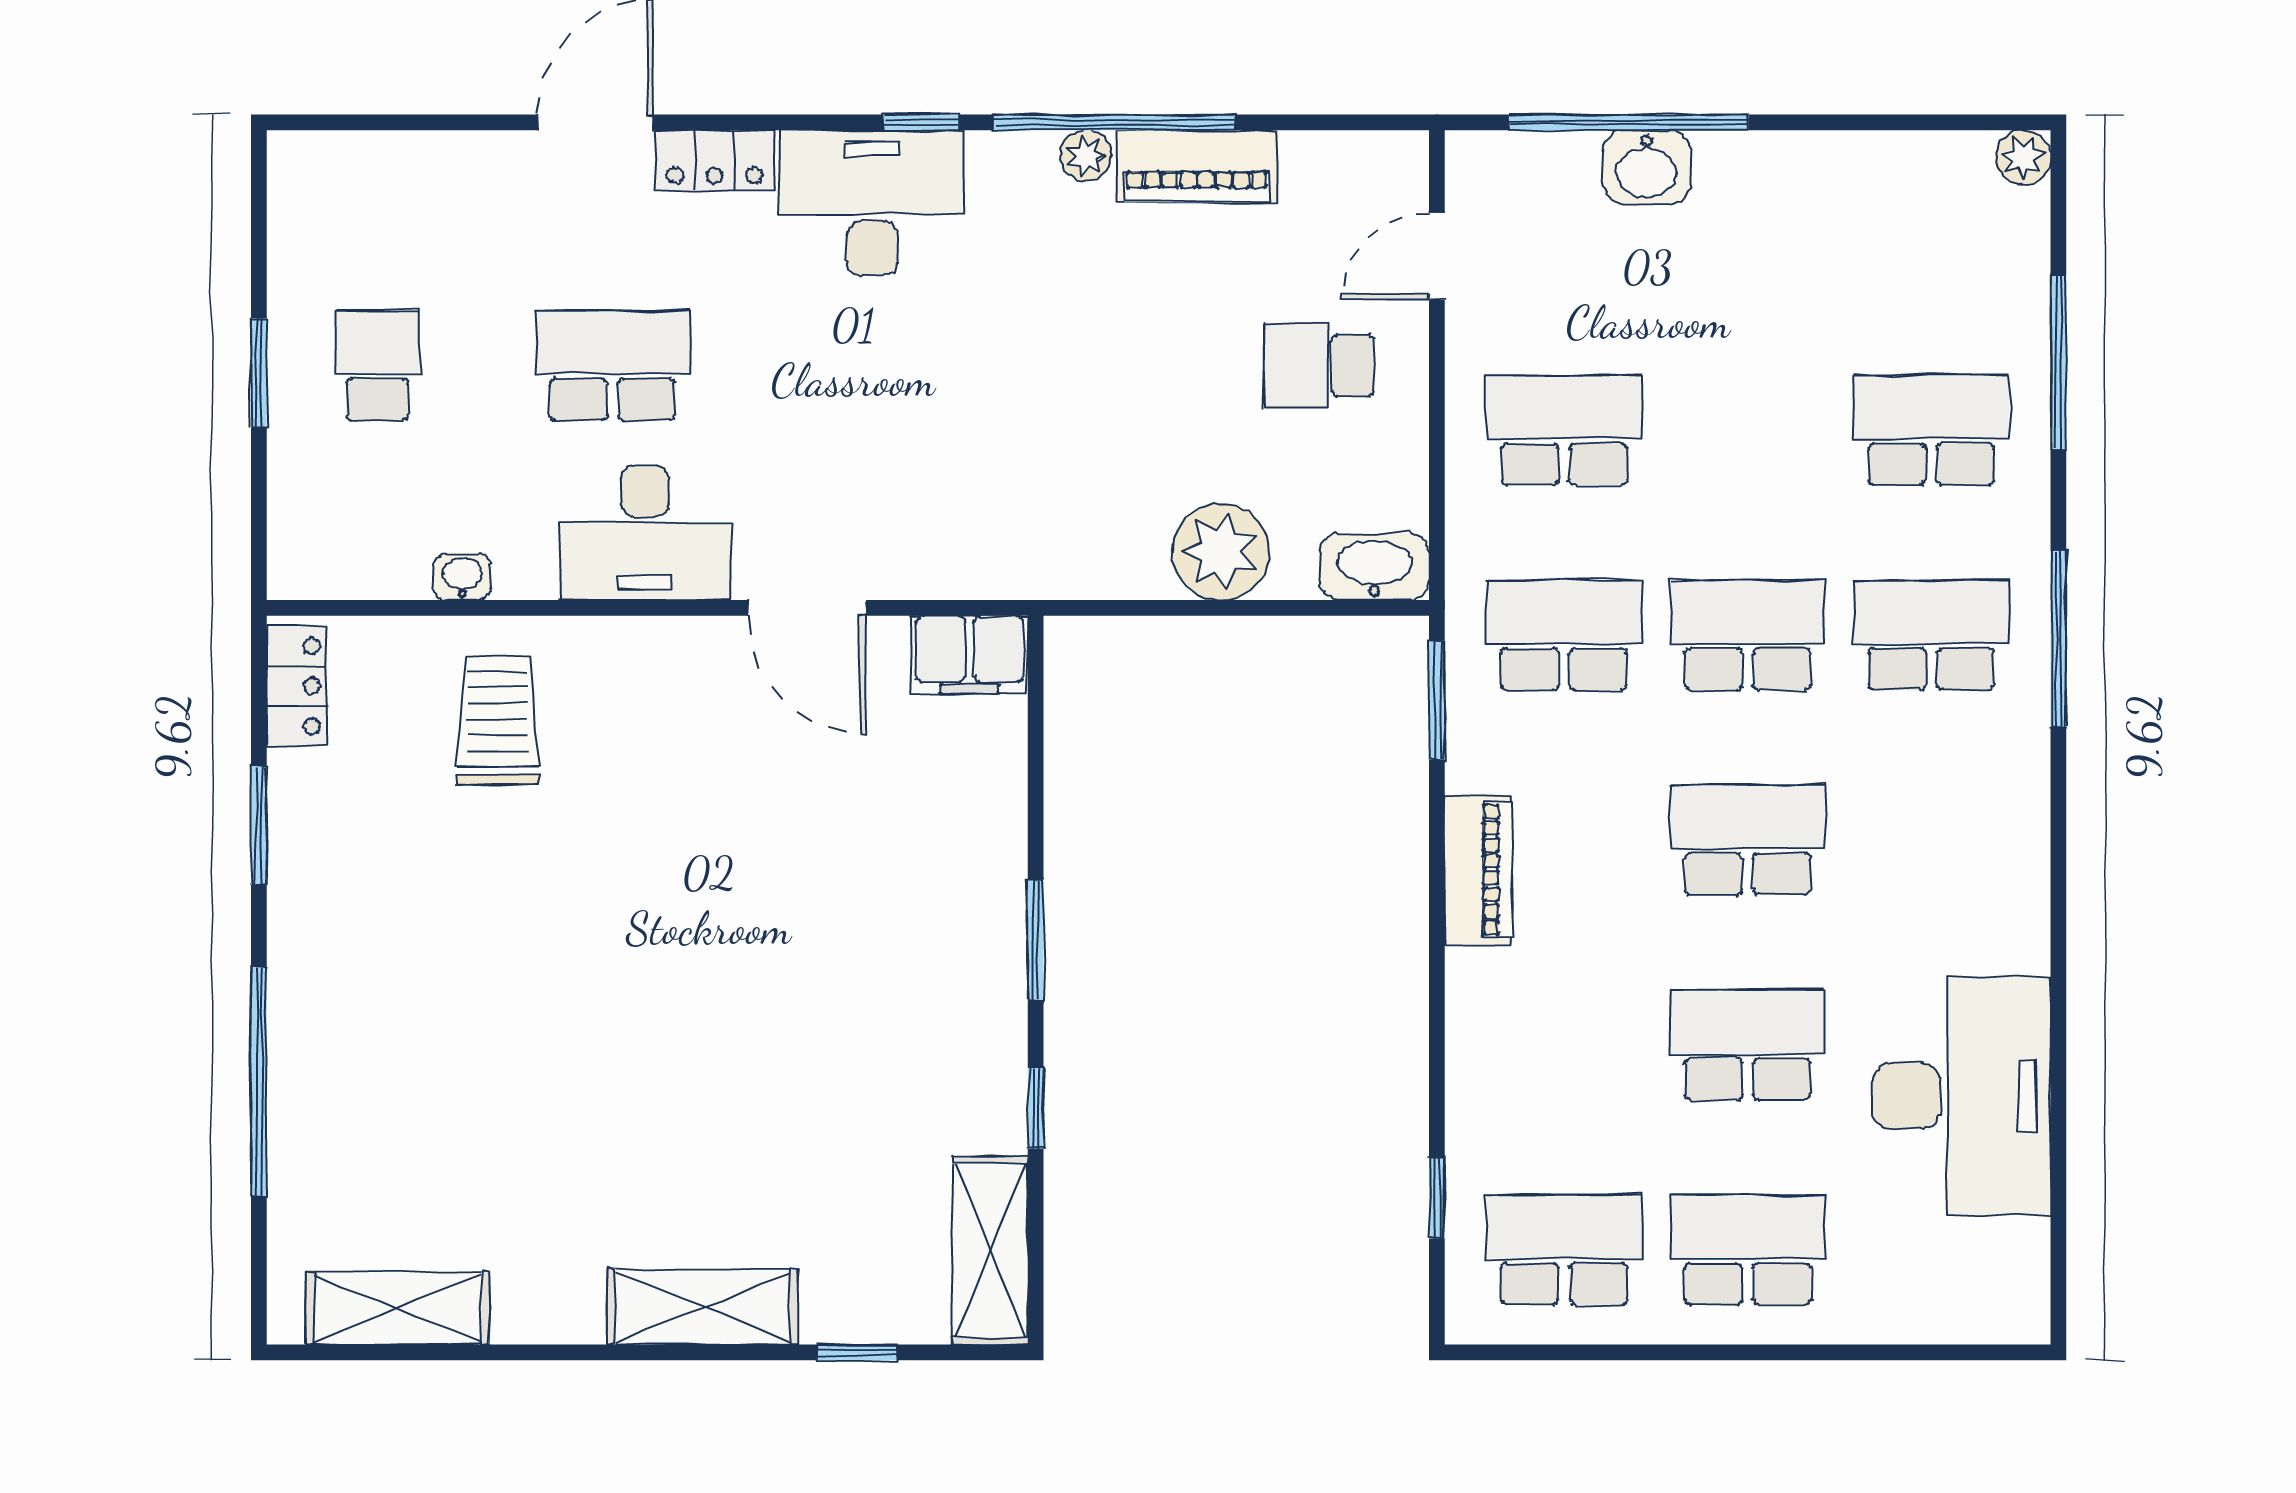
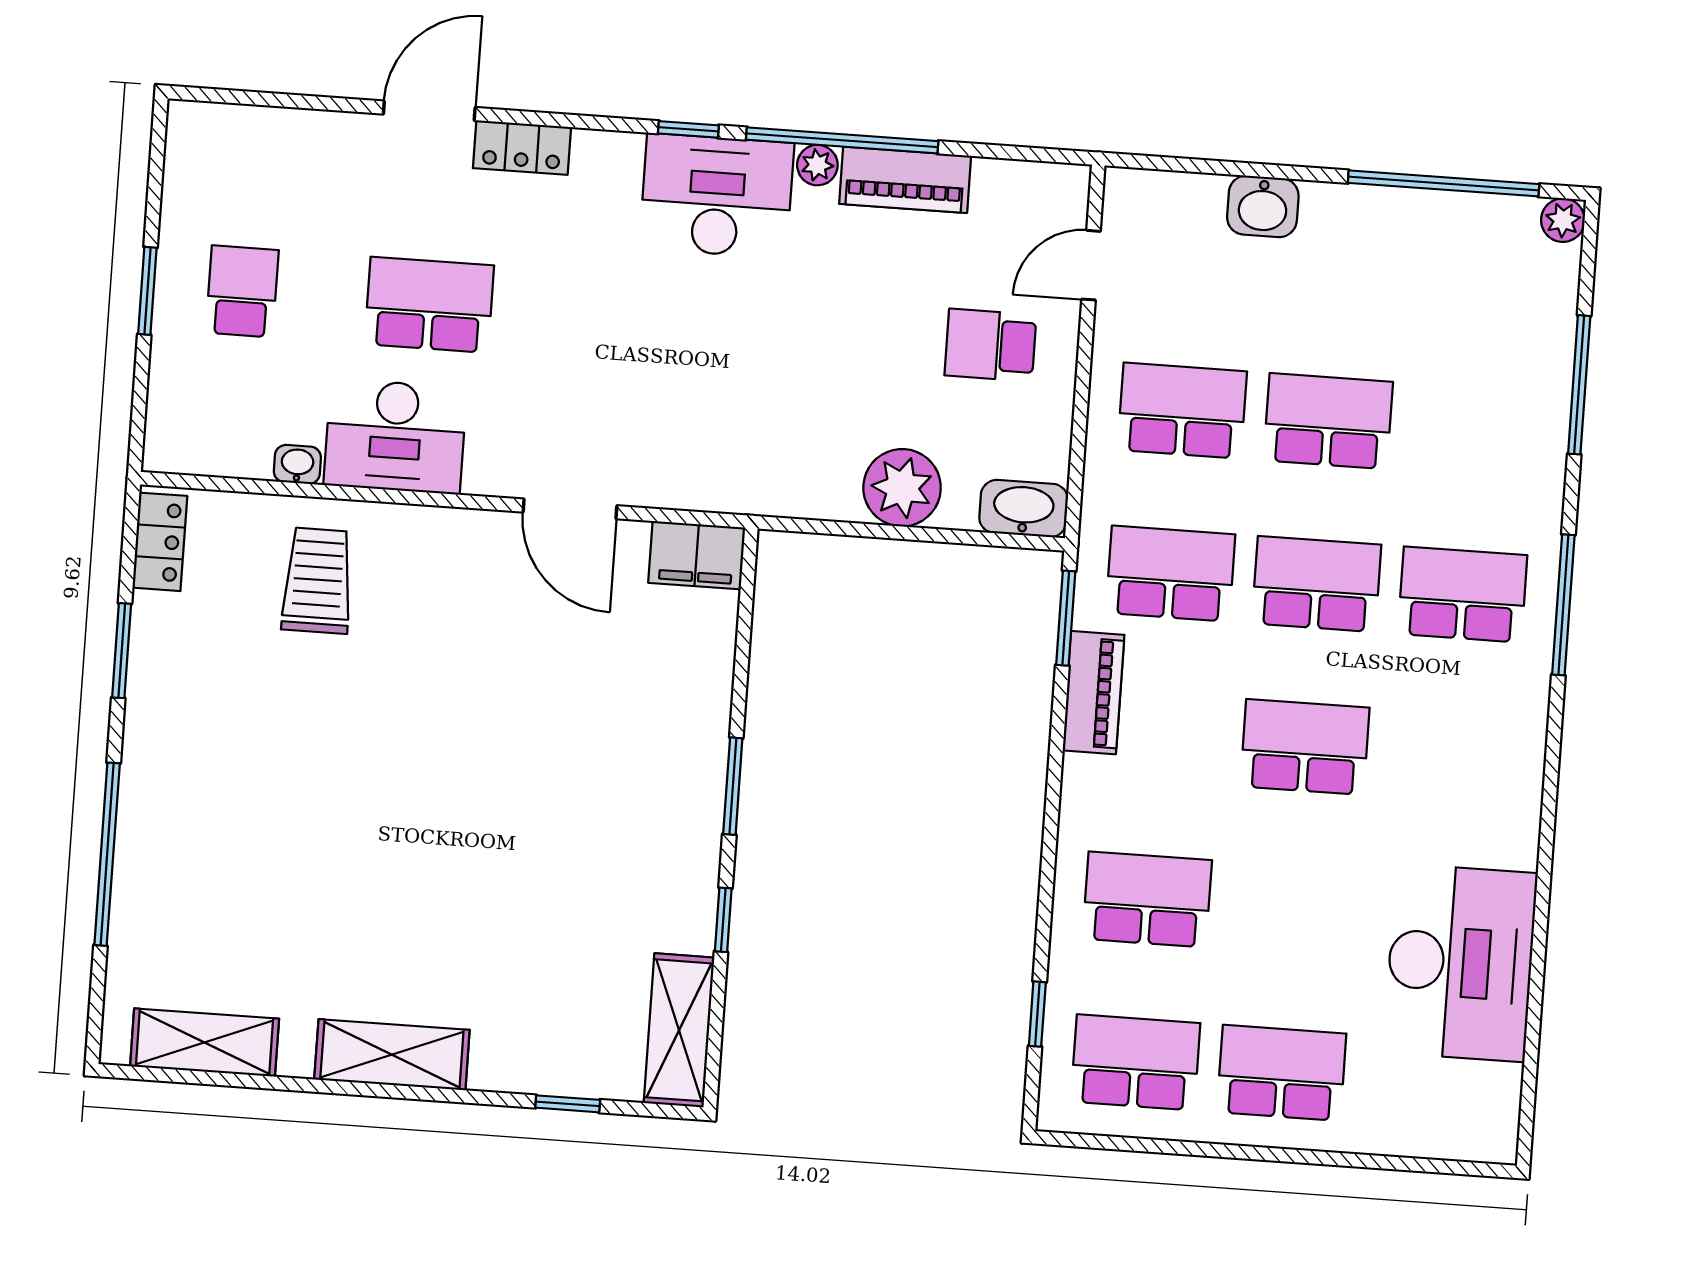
window: (1629, 122) -> (1444, 183), moved
desk: (872, 203) -> (717, 196), moved
school desk: (1931, 430) -> (1328, 421), moved
desk: (645, 533) -> (395, 436), moved
piano: (1478, 870) -> (1093, 693), moved
school desk: (1748, 1045) -> (1147, 899), moved
shelving: (703, 1307) -> (392, 1055), moved

